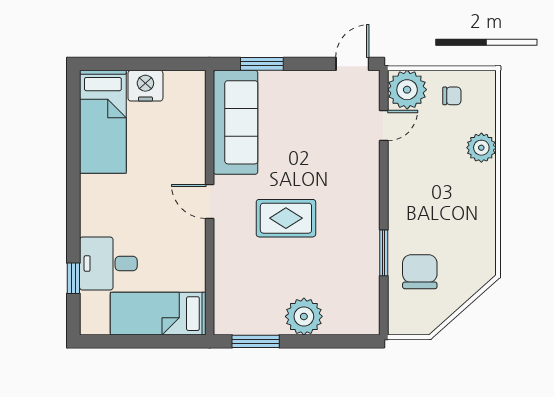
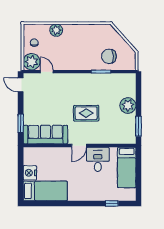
rug: (286, 218) -> (86, 113), turned 90
desk: (108, 263) -> (98, 159), moved, turned 180

